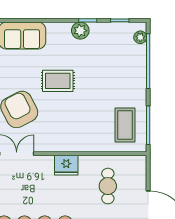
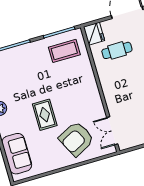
fridge: (66, 165) -> (94, 34), moved

